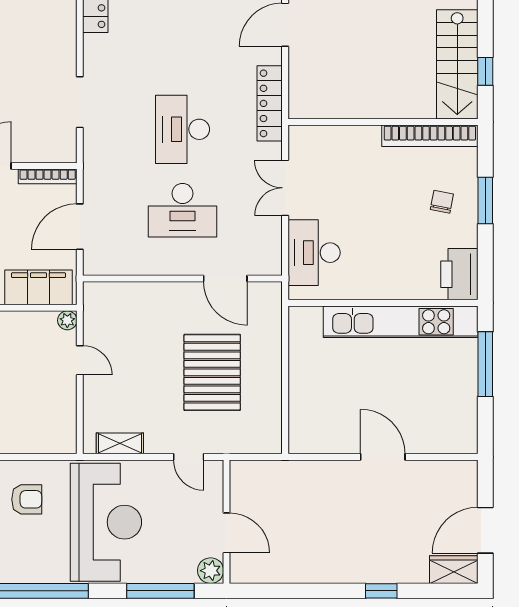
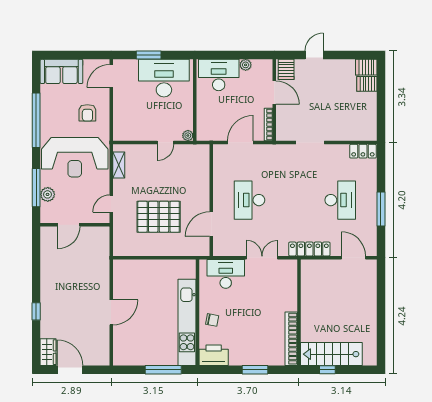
desk: (182, 129) -> (340, 200), moved, turned 90
chair: (442, 202) -> (212, 320), moved
door: (80, 227) -> (240, 143), hinge flipped
filing cabinet: (38, 287) -> (206, 119), removed
plant: (211, 571) -> (48, 194), moved

